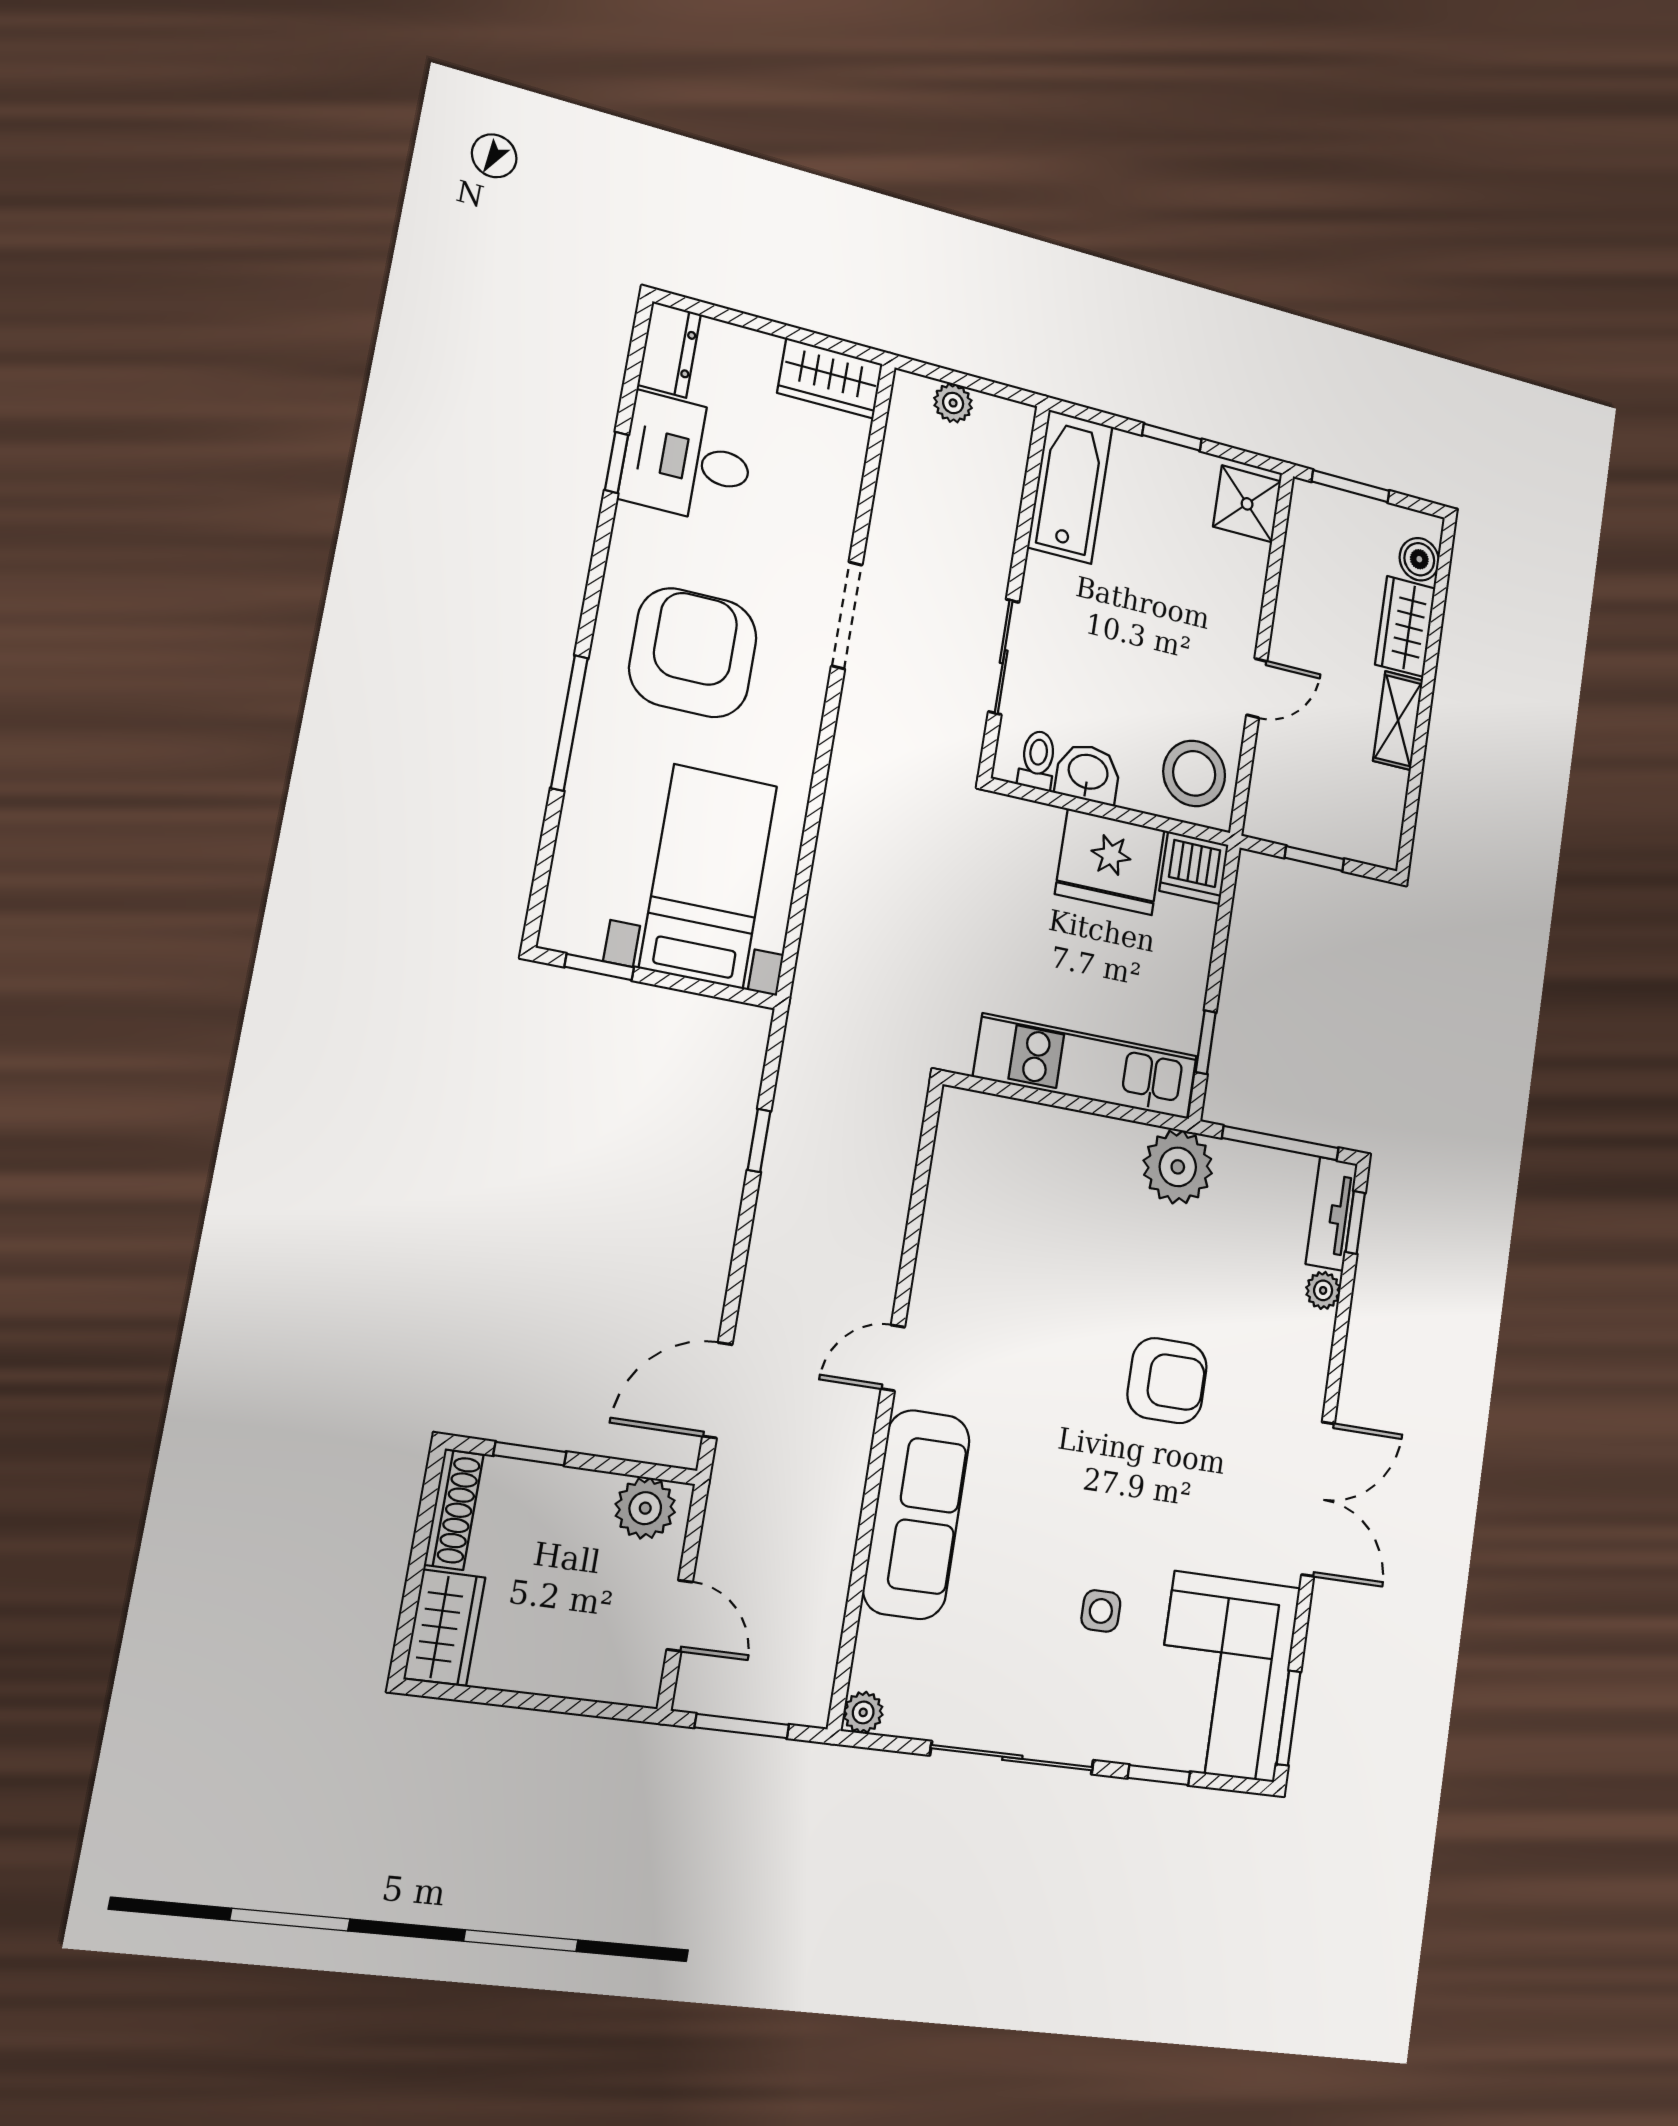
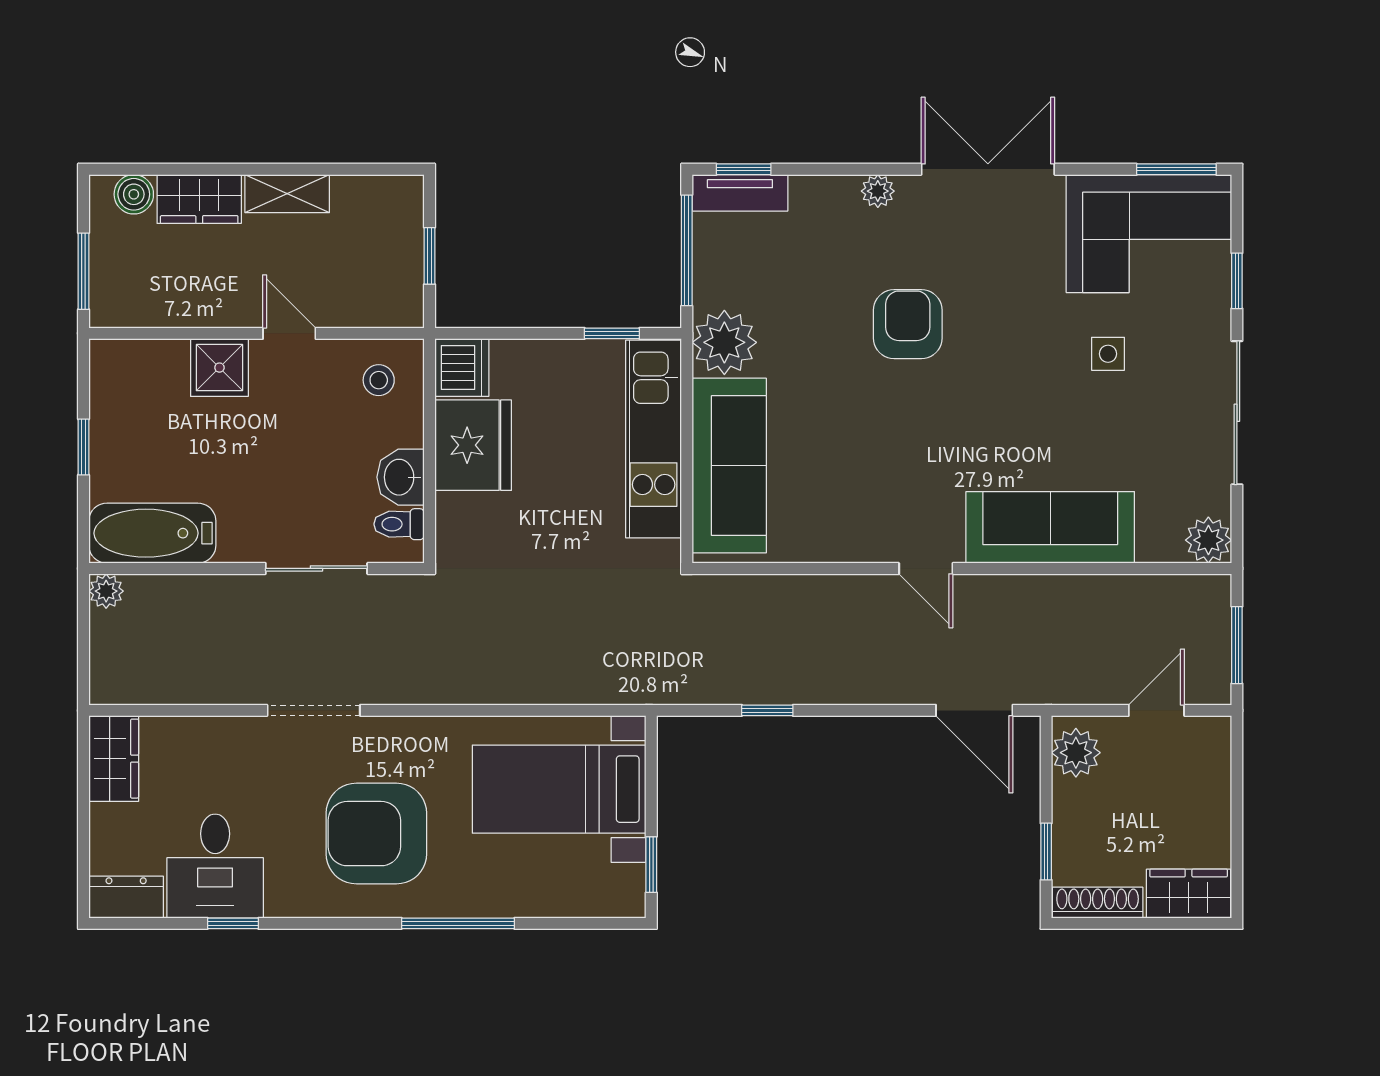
plant: (953, 403) -> (106, 591), moved
shower: (1247, 504) -> (219, 368), moved
stool: (1194, 773) -> (379, 380), width x0.53, depth x0.53
sofa: (1044, 1147) -> (729, 466), added
plant: (1323, 1290) -> (878, 191), moved
plant: (863, 1712) -> (1208, 540), width x1.38, depth x1.38

